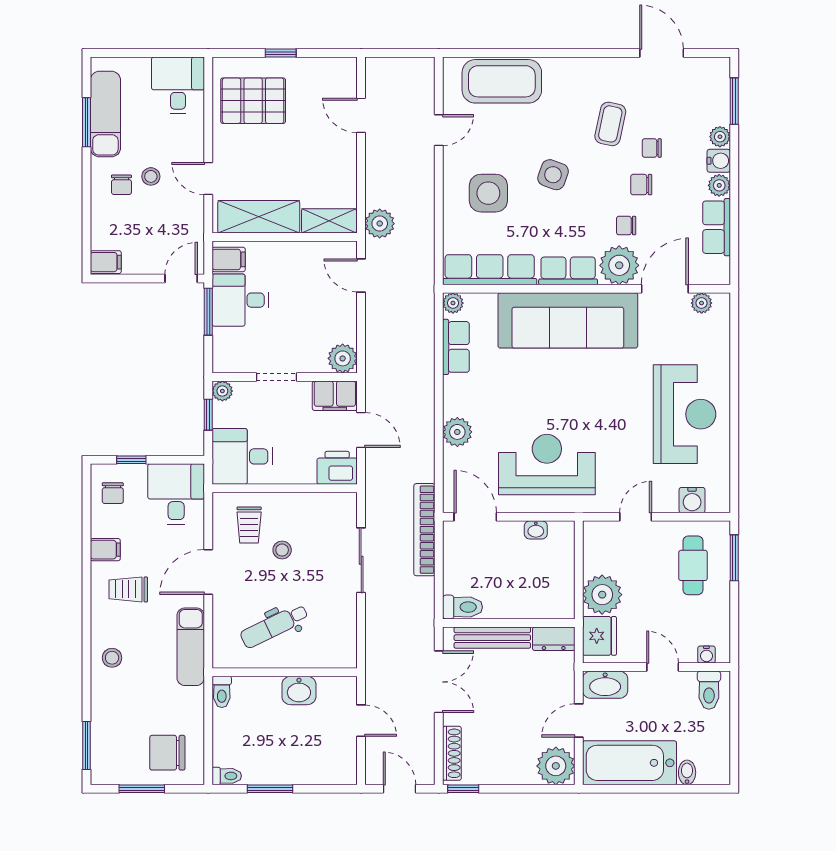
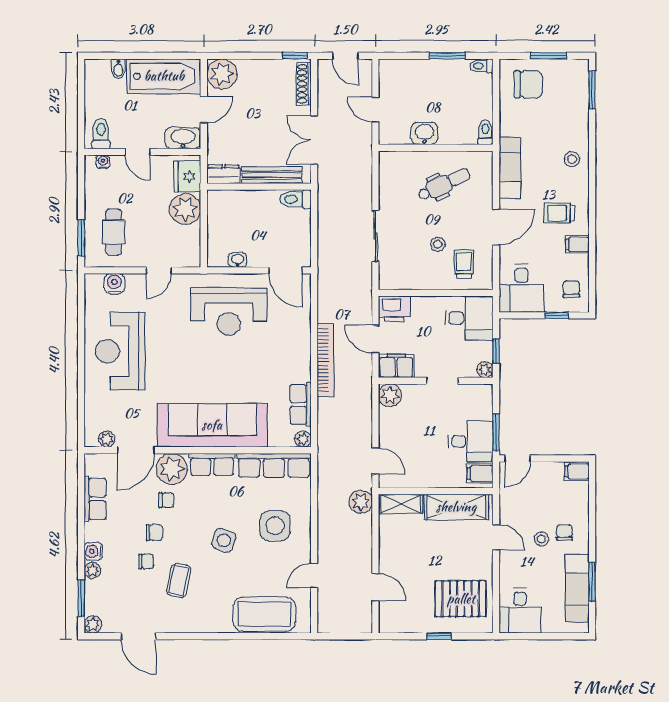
plant: (719, 185) -> (93, 625), moved
plant: (457, 432) -> (300, 337), removed
bookcase: (424, 530) -> (325, 360), moved
trolley: (128, 589) -> (559, 213), turned 180

